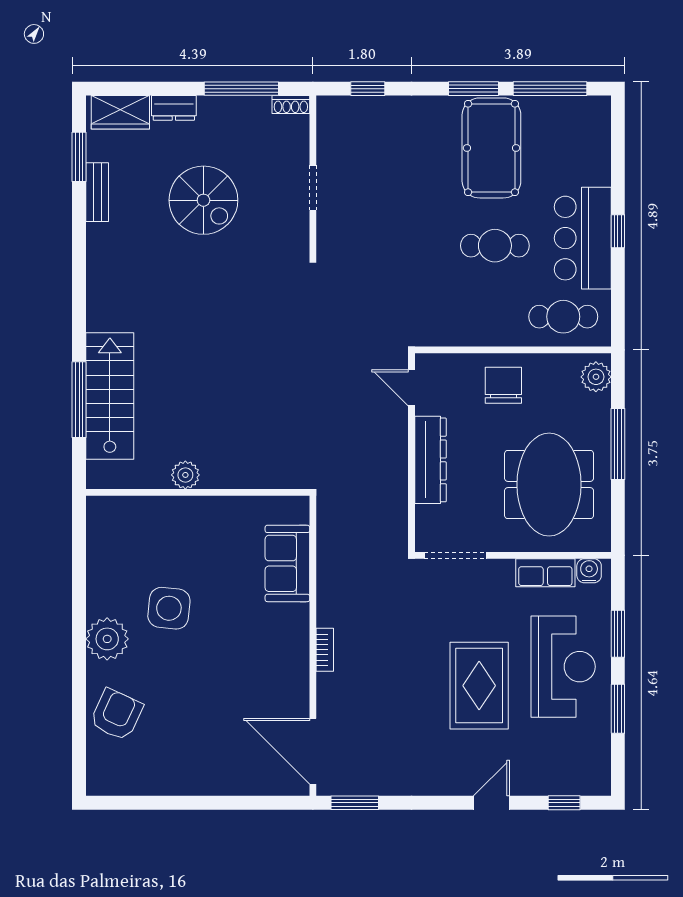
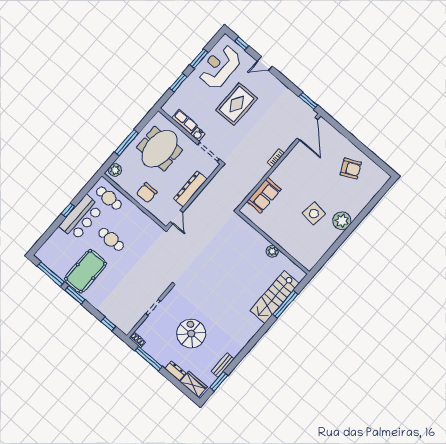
water cooler: (589, 571) -> (198, 134), moved
reception desk: (563, 667) -> (220, 67), moved
armchair: (116, 715) -> (351, 169), moved, turned -141

